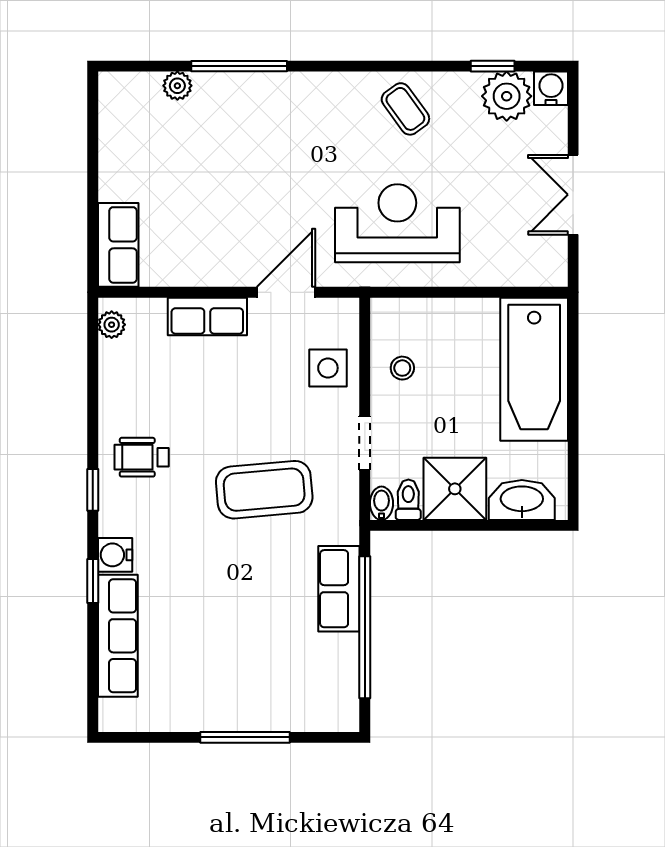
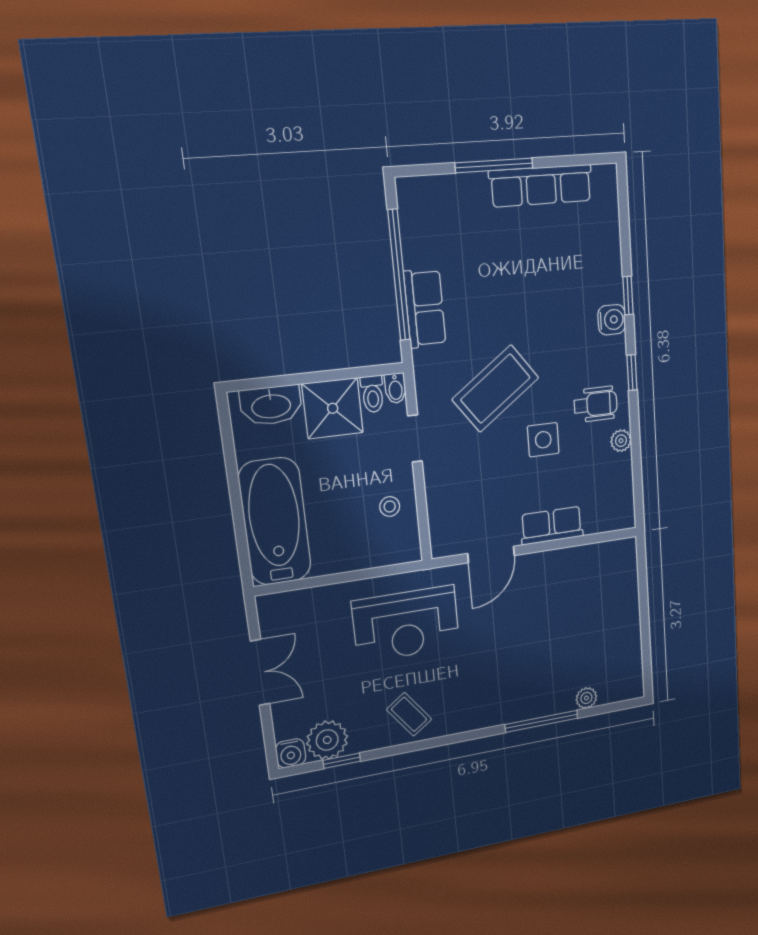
row of seats: (118, 245) -> (623, 571), removed
plant: (112, 325) -> (621, 441), moved
side table: (328, 368) -> (543, 440), moved
coffee table: (264, 490) -> (495, 389), turned -31
row of seats: (118, 636) -> (541, 186), moved, turned -90

